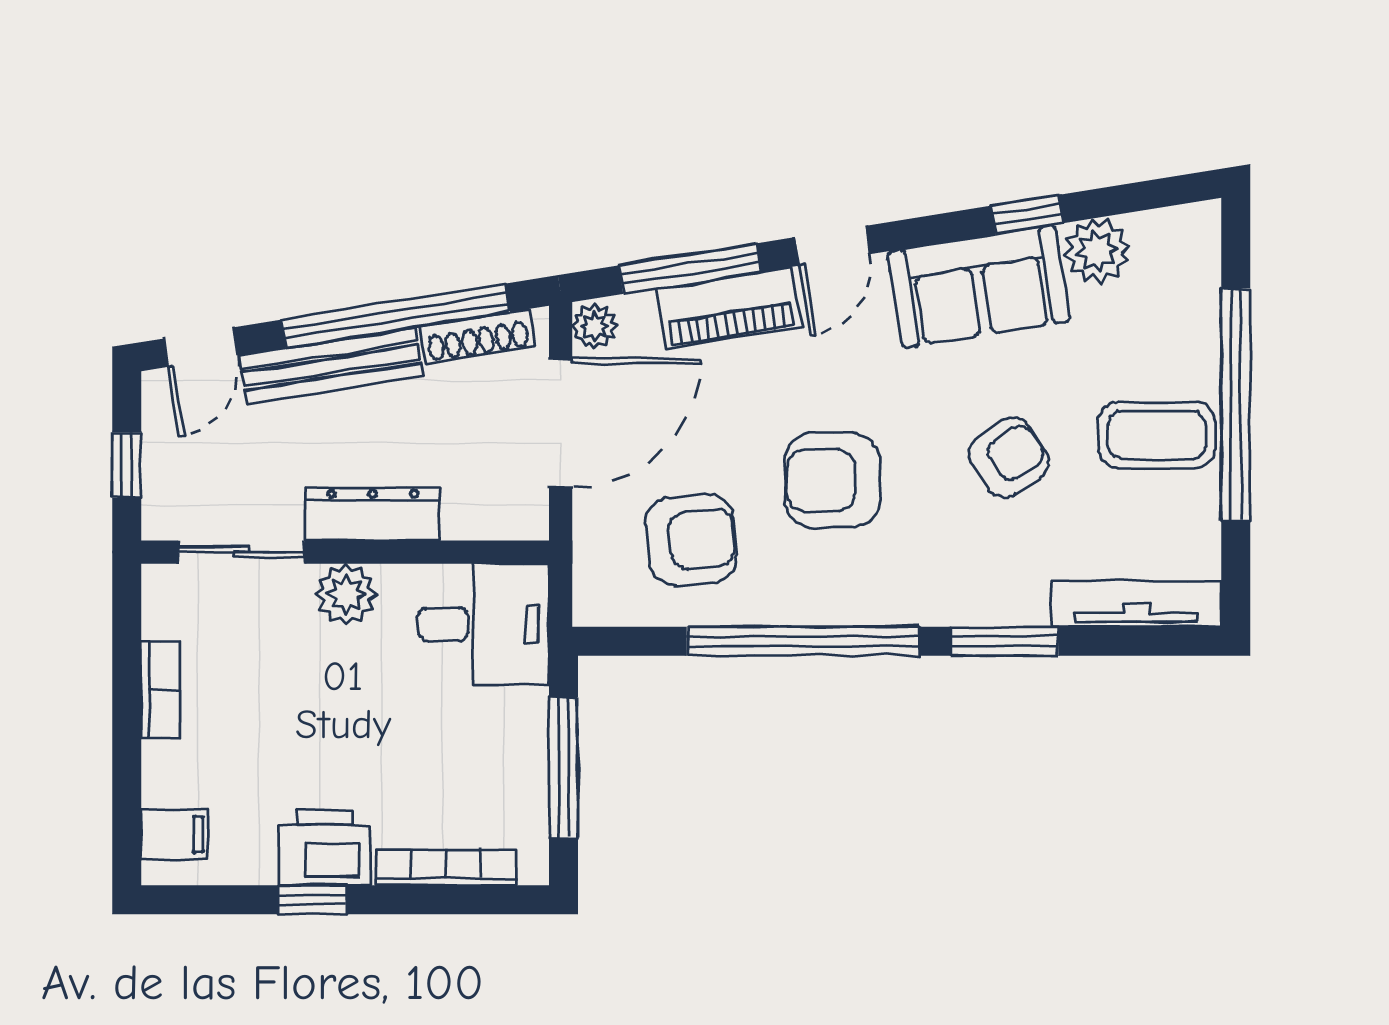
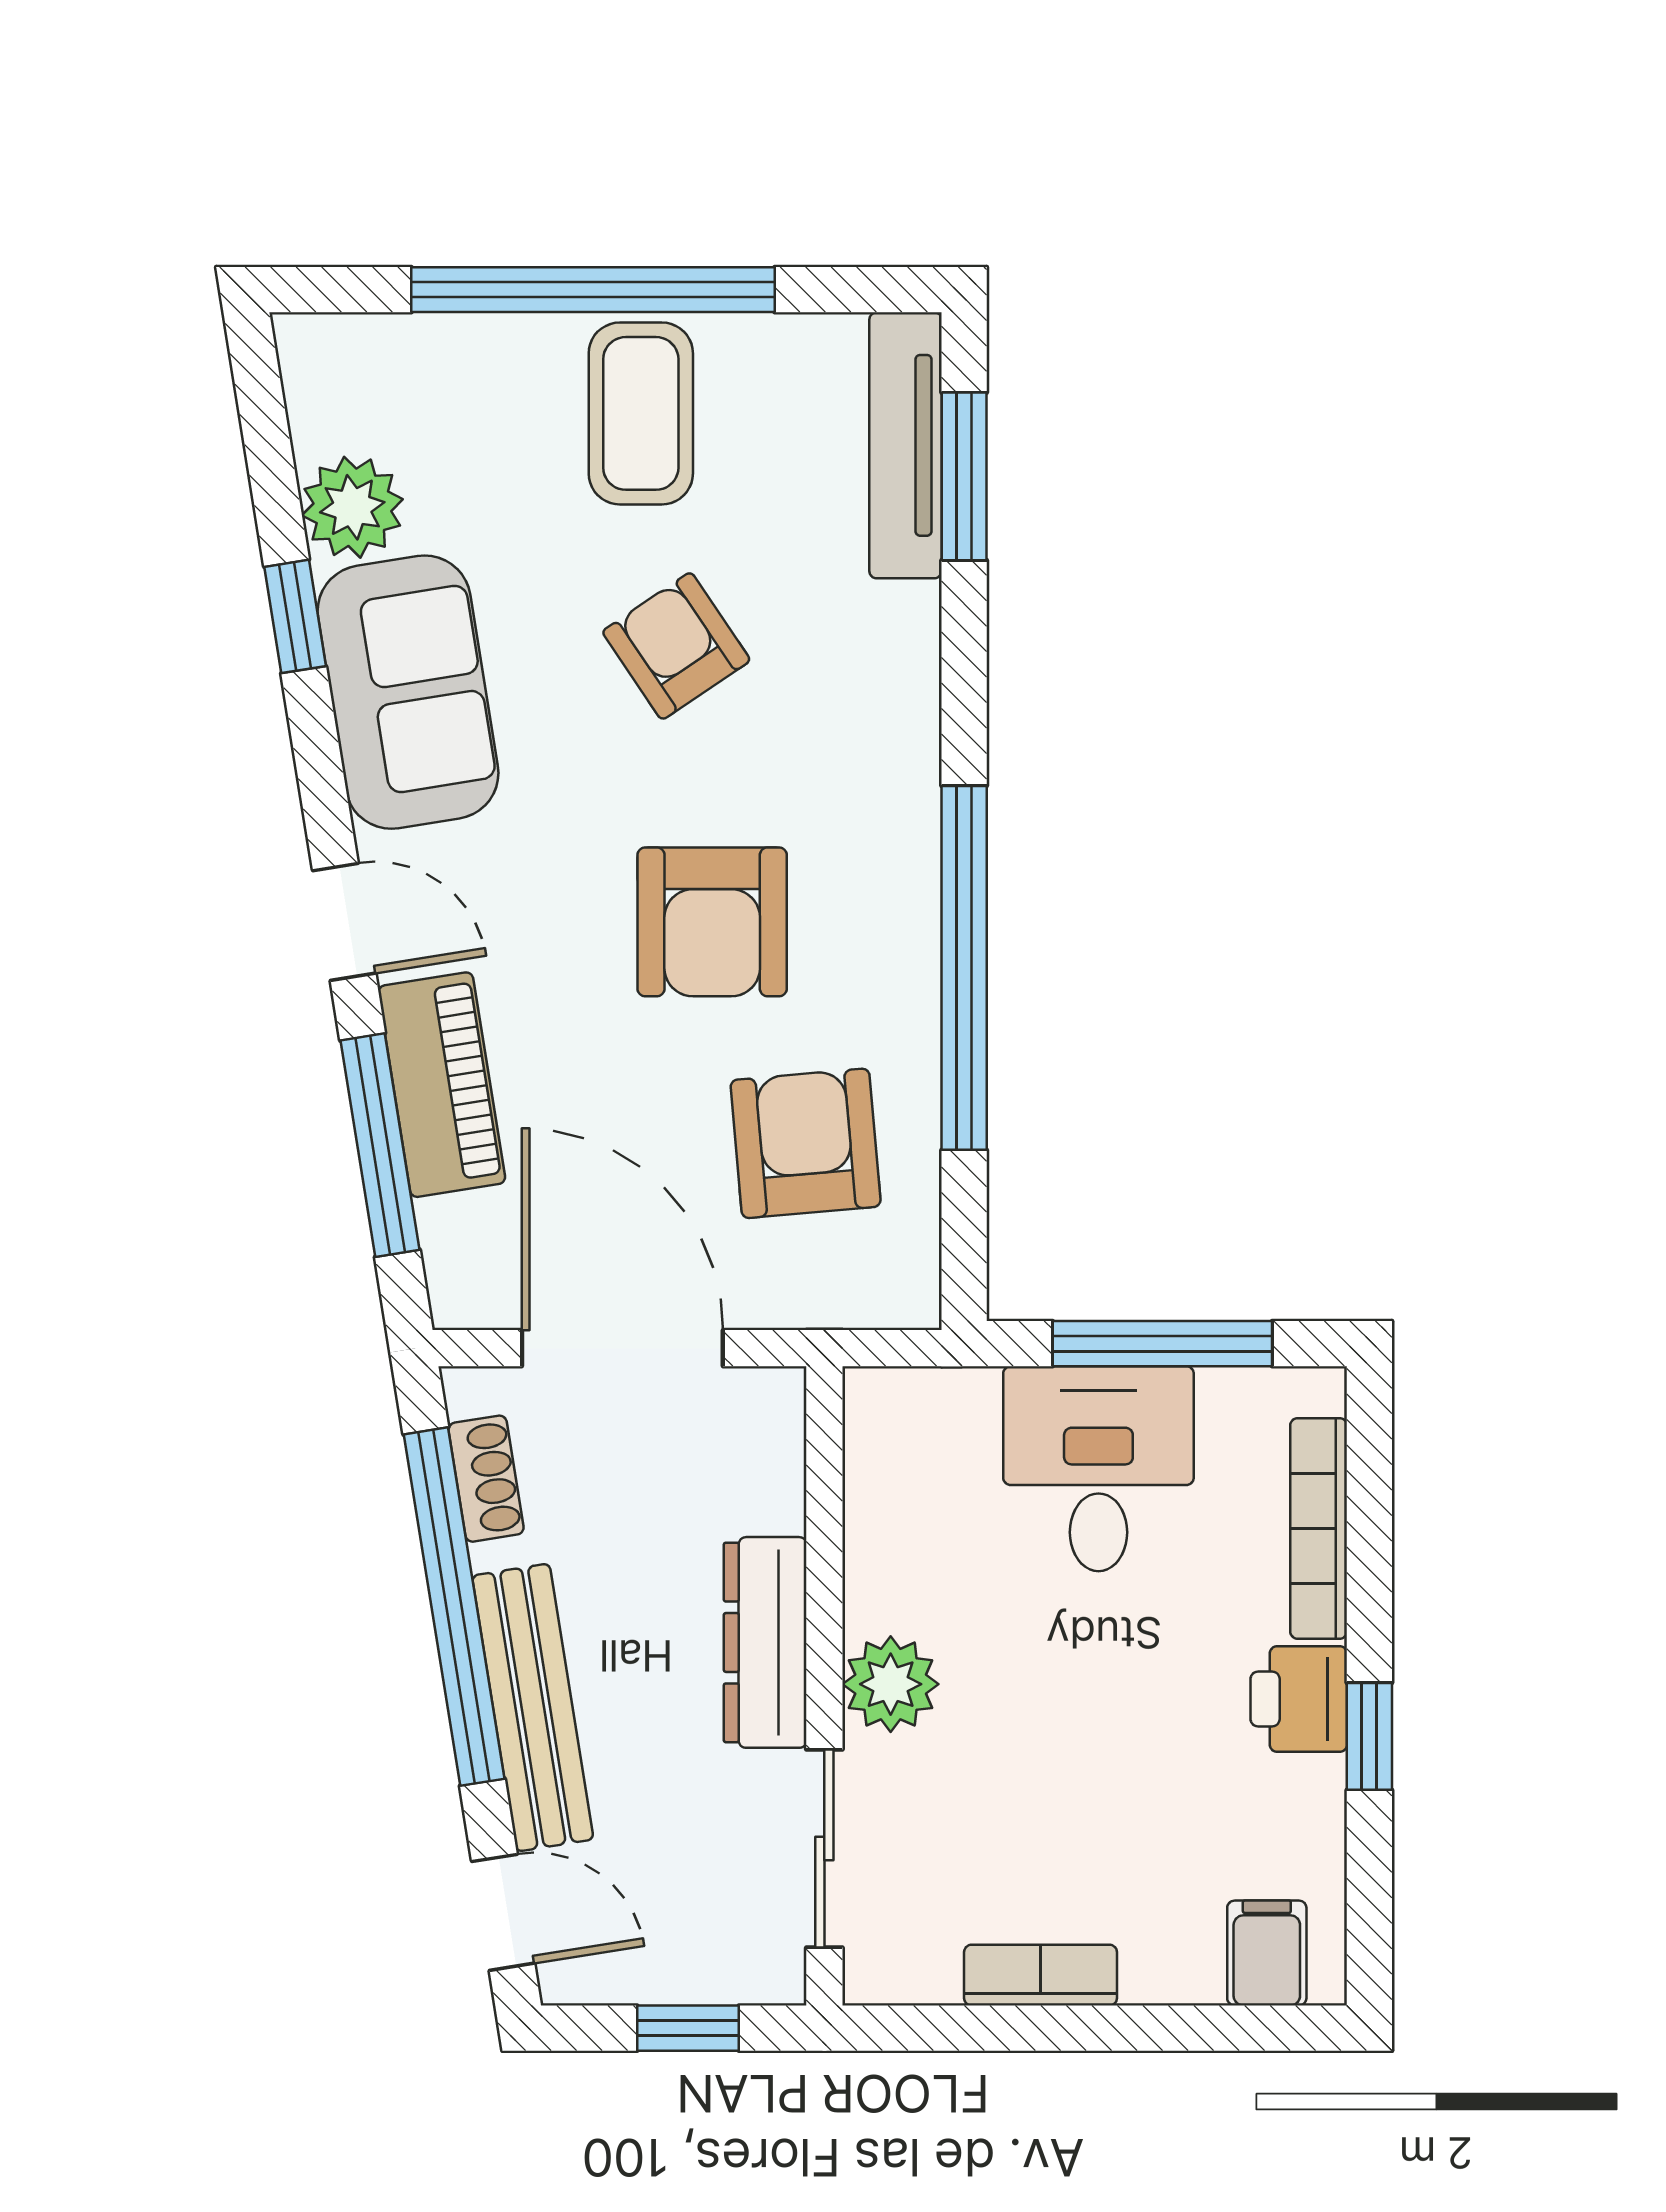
plant: (595, 326) -> (471, 1295), removed
shoe rack: (477, 336) -> (486, 1479), width x0.70
desk: (484, 624) -> (1098, 1469), moved
window: (1005, 641) -> (964, 476), moved
printer: (324, 847) -> (1299, 1699), width x0.73, depth x0.81

